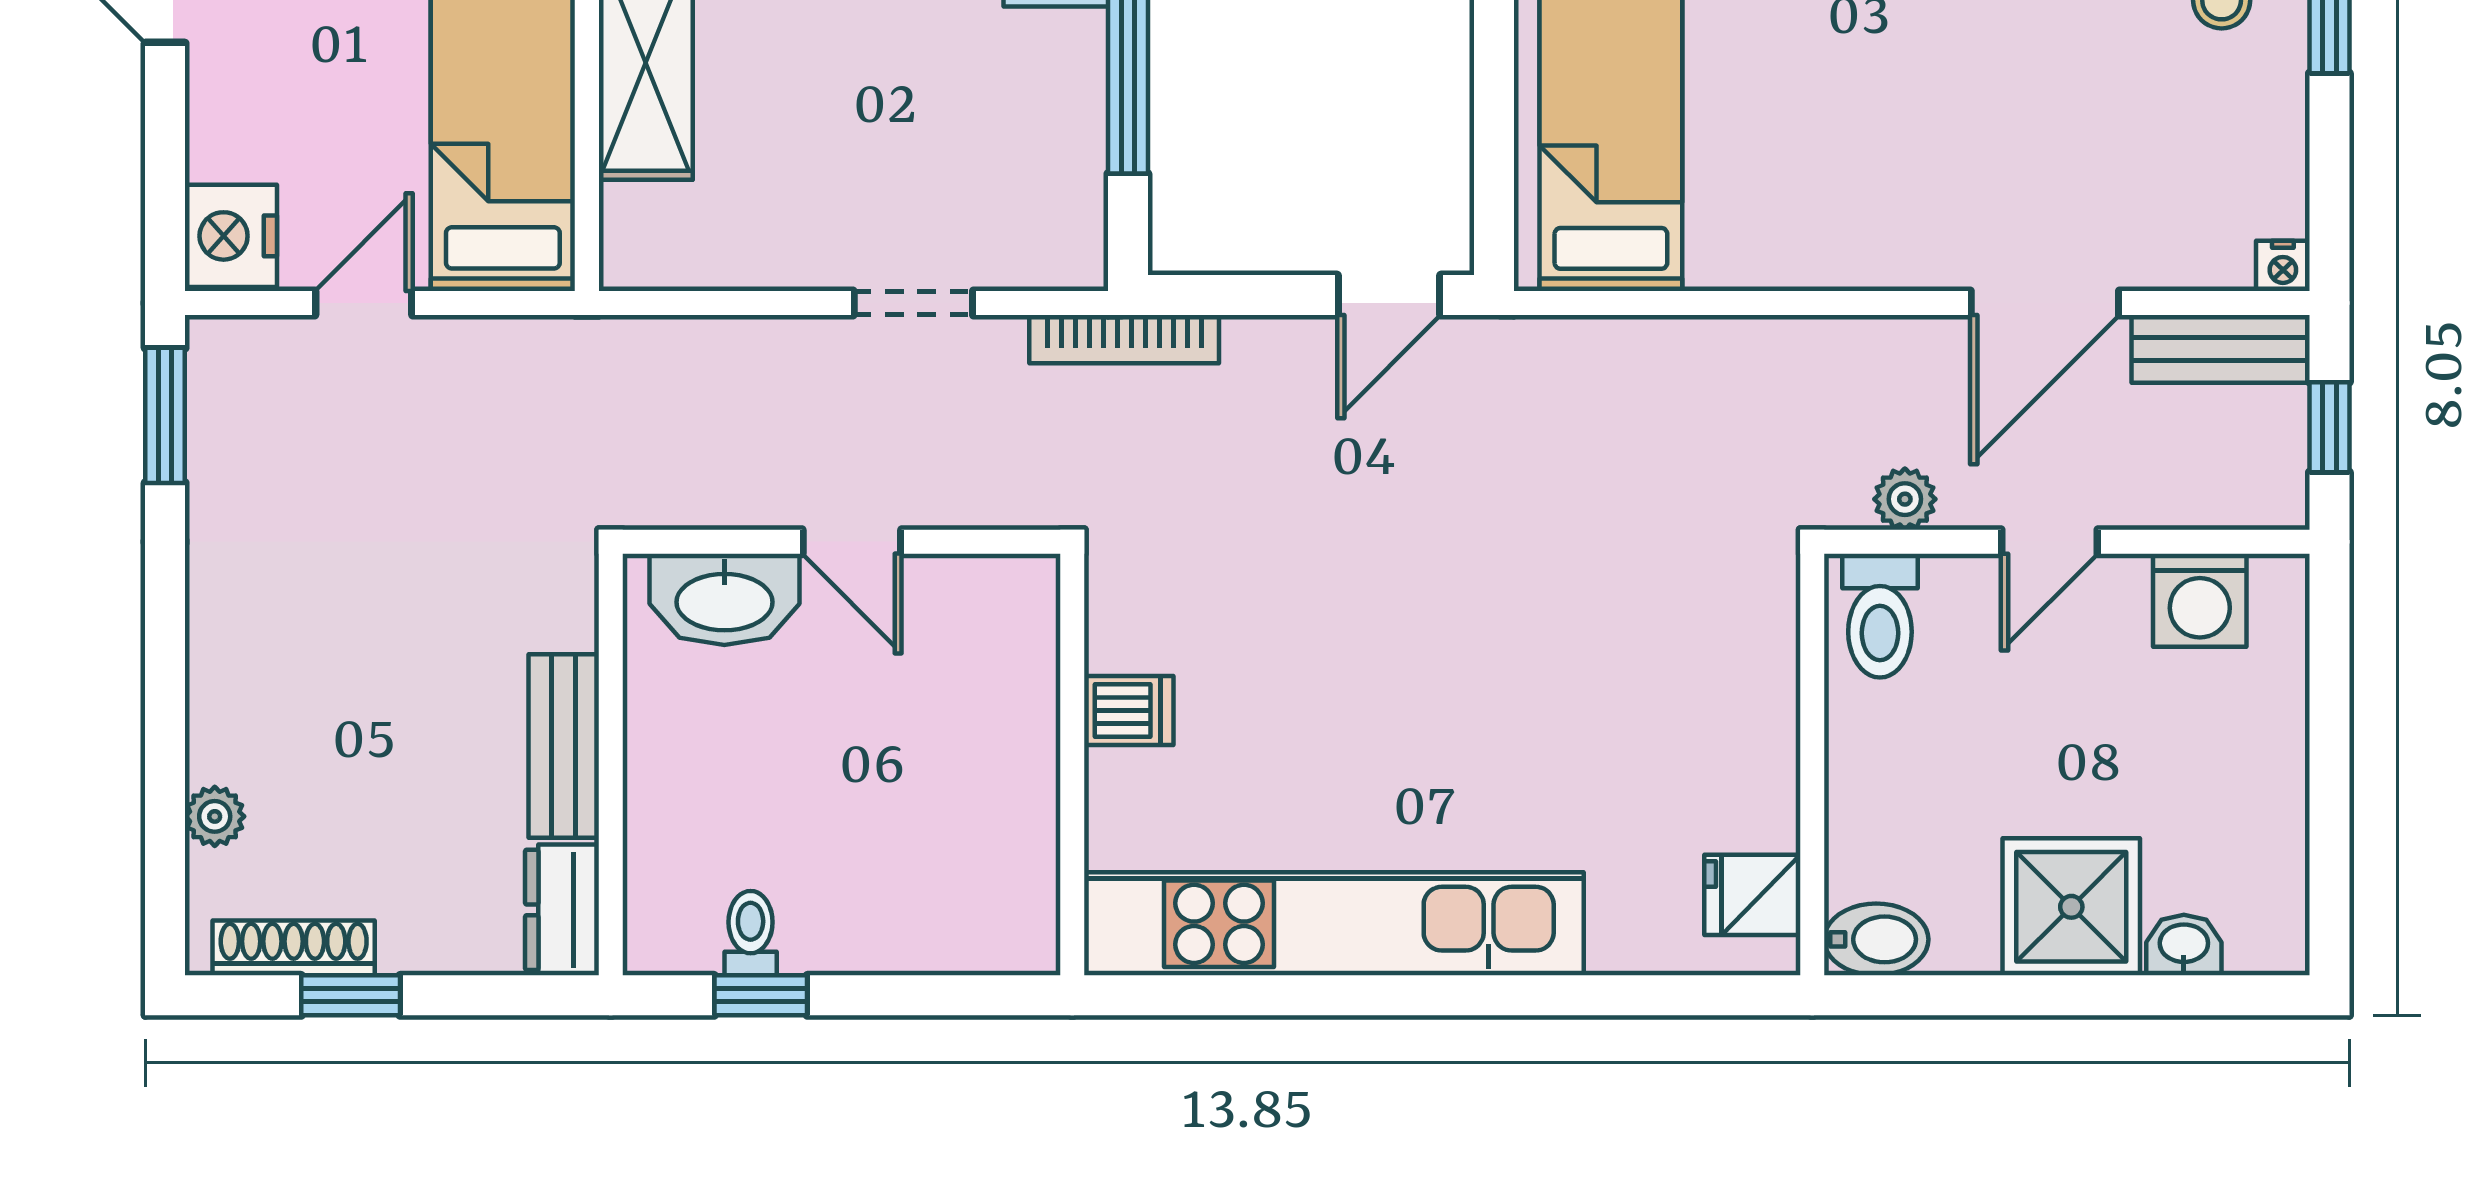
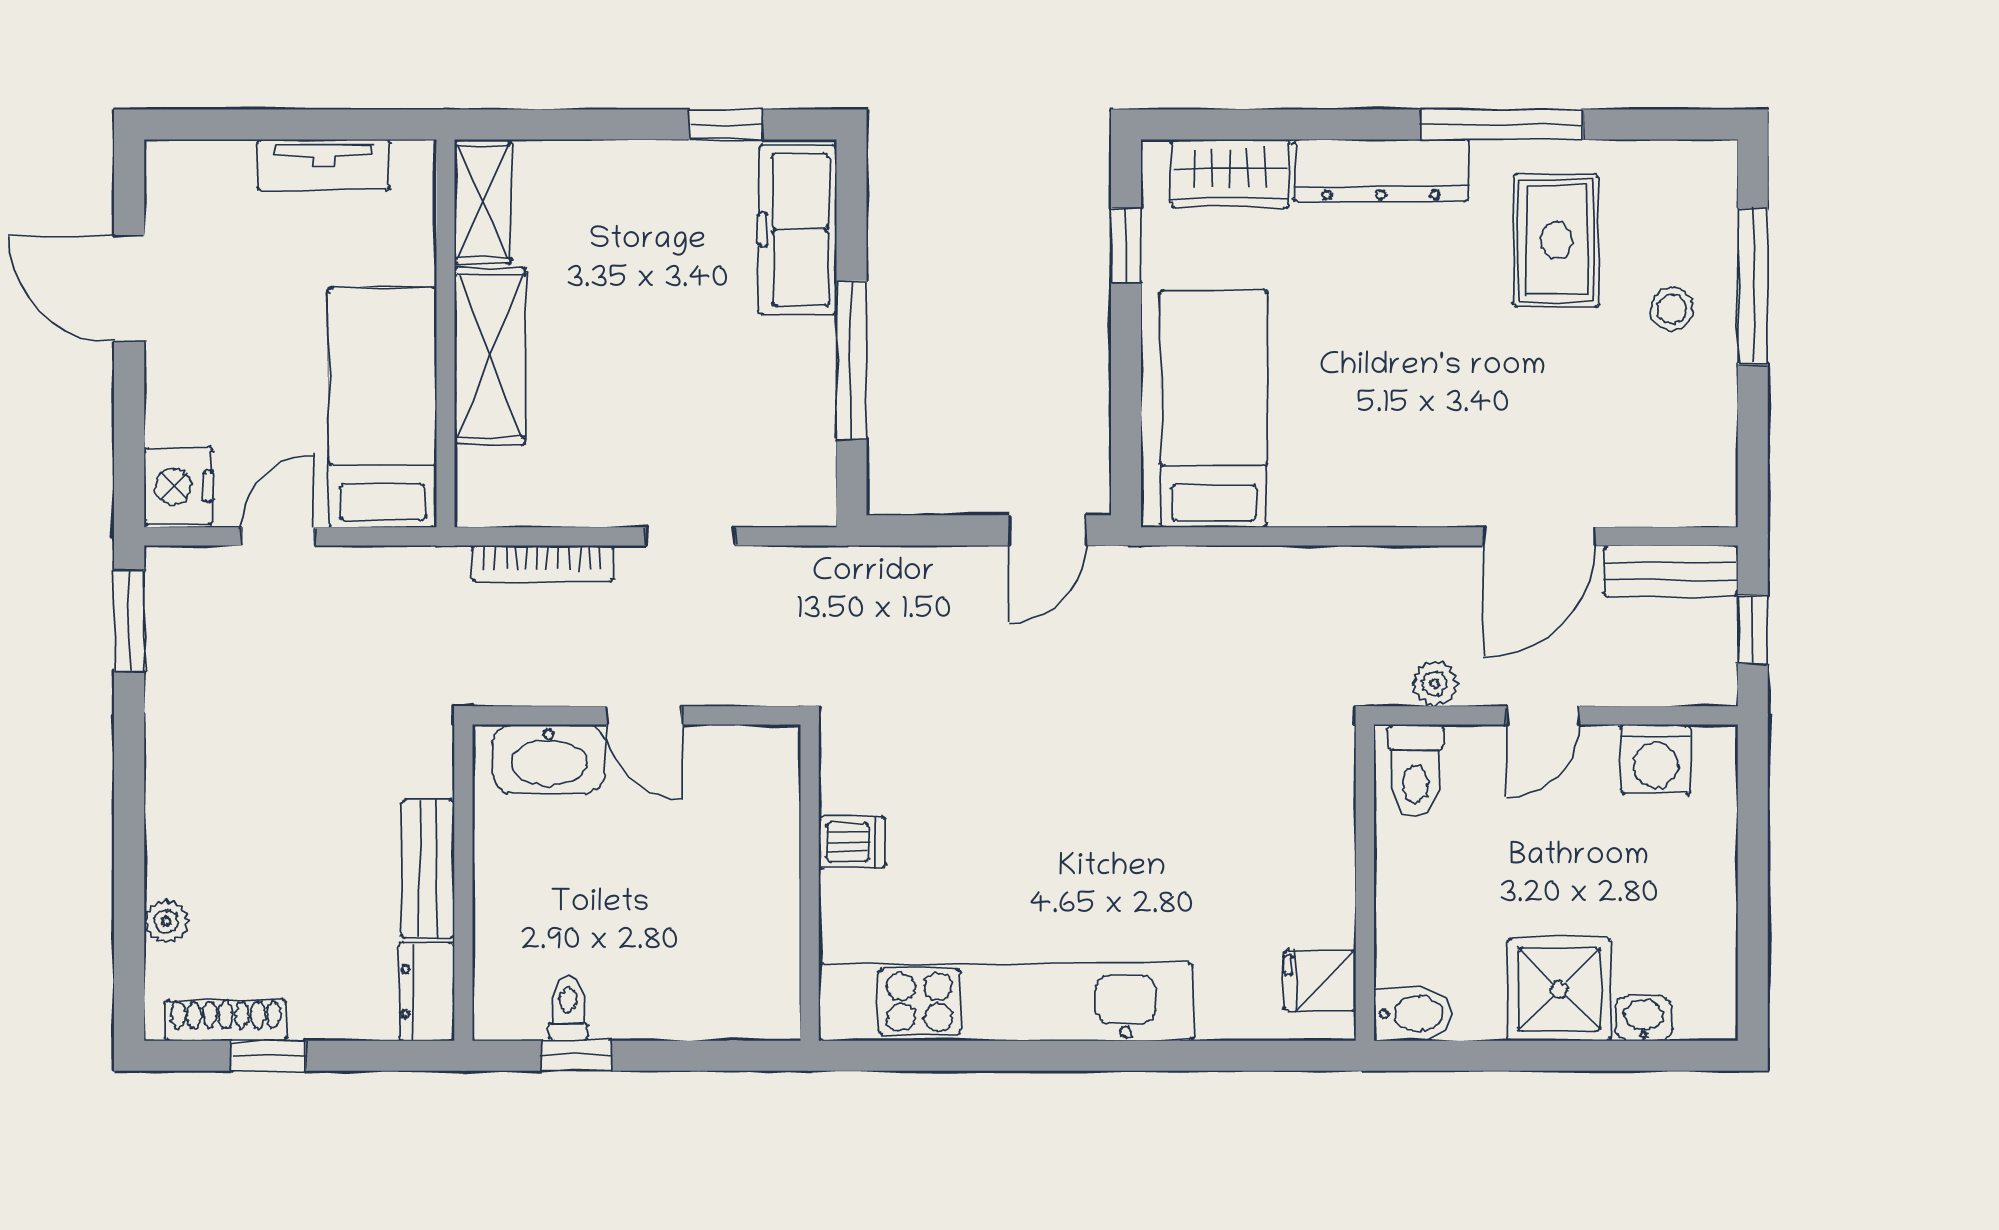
nightstand: (2283, 266) -> (1718, 509), removed
bookcase: (1124, 339) -> (543, 564), moved

